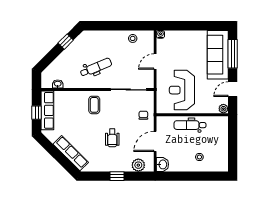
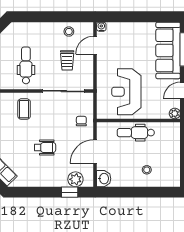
door: (155, 62) -> (95, 45), moved
trolley: (131, 63) -> (67, 60), added
dental chair: (96, 67) -> (26, 65), turned -67
wheelchair: (112, 138) -> (45, 147), turned -90
window: (117, 176) -> (70, 192), moved

